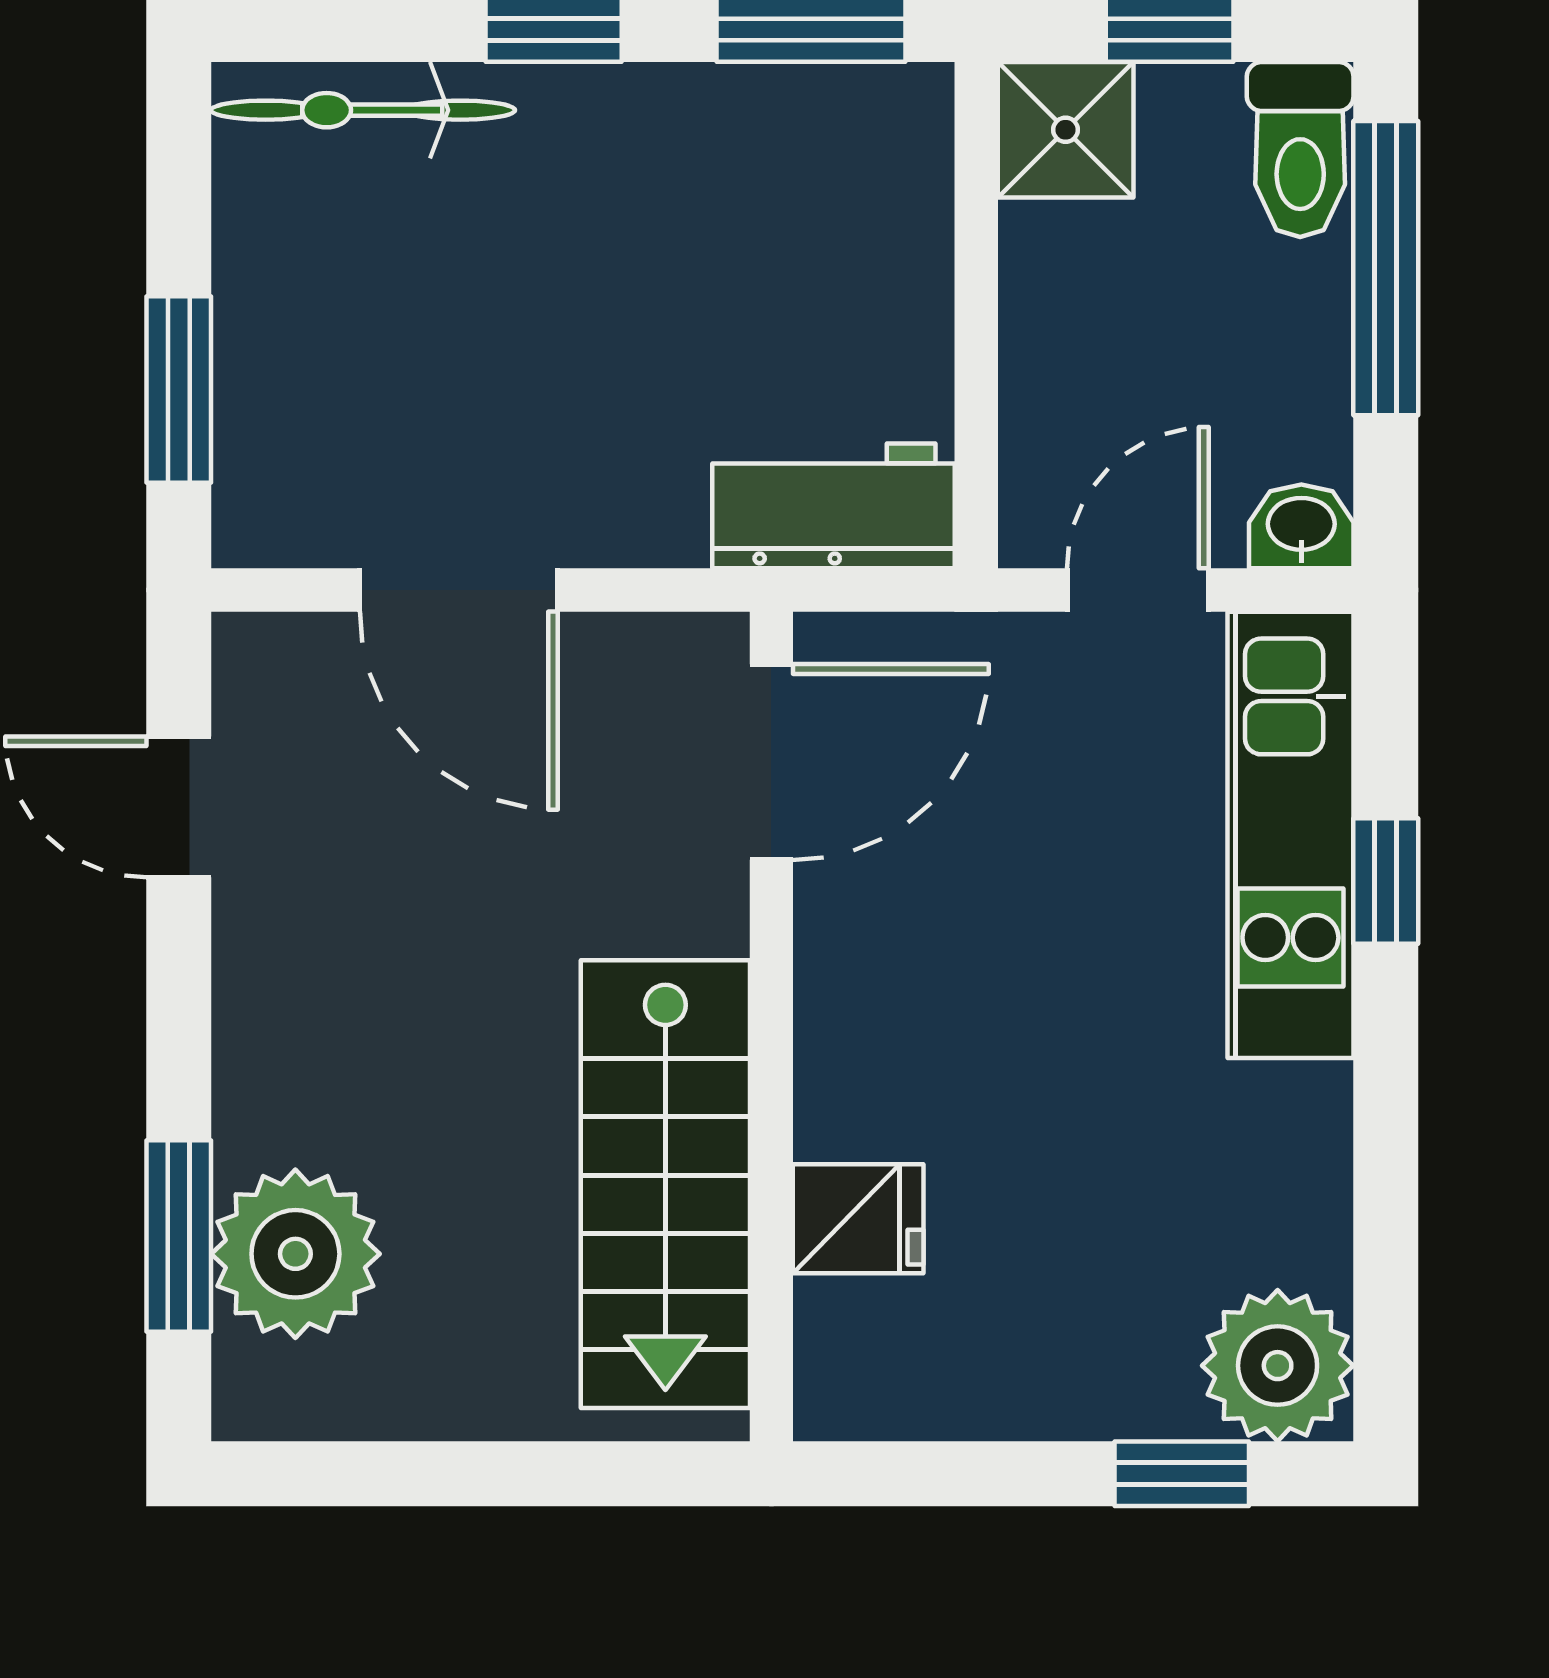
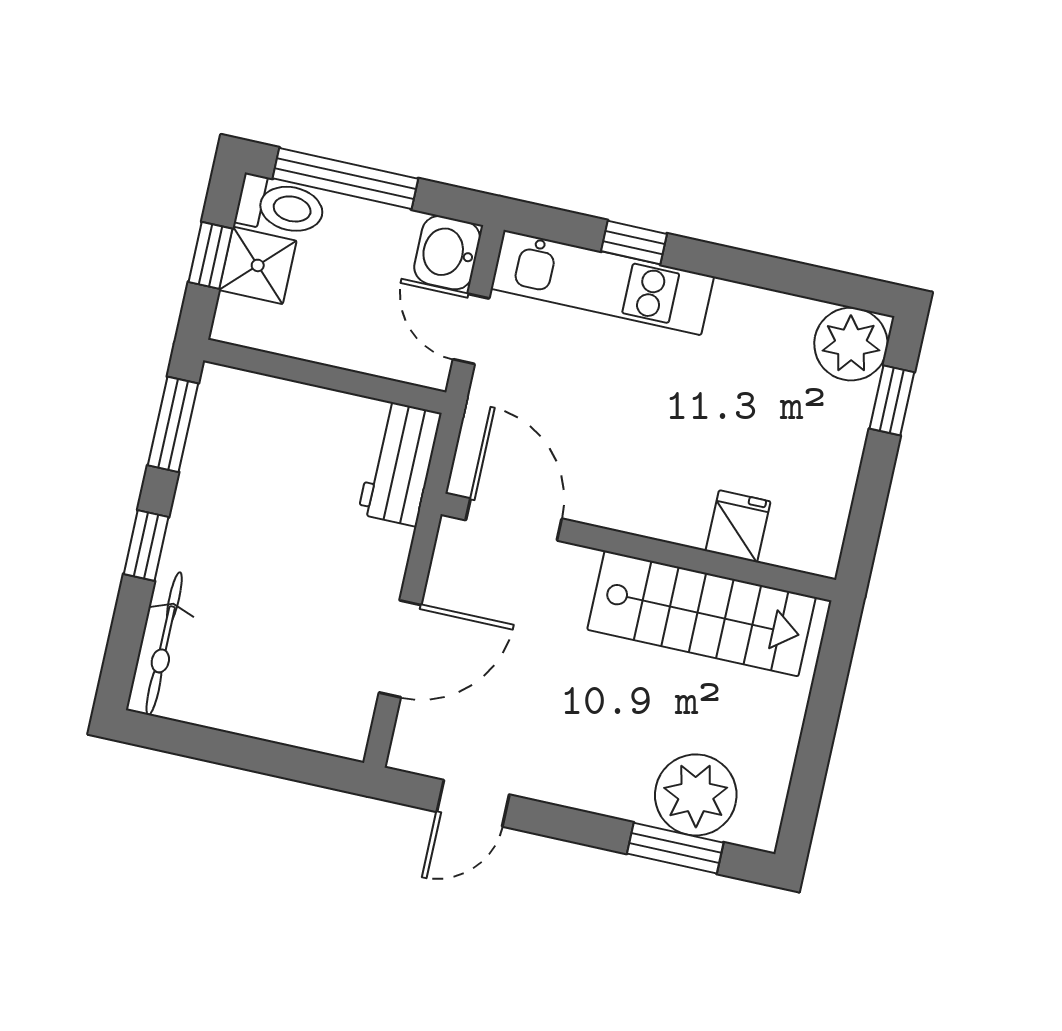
shower: (1066, 130) -> (258, 265), moved
window: (179, 389) -> (276, 760), removed
washbasin: (1301, 526) -> (447, 253), width x1.38, depth x1.45

